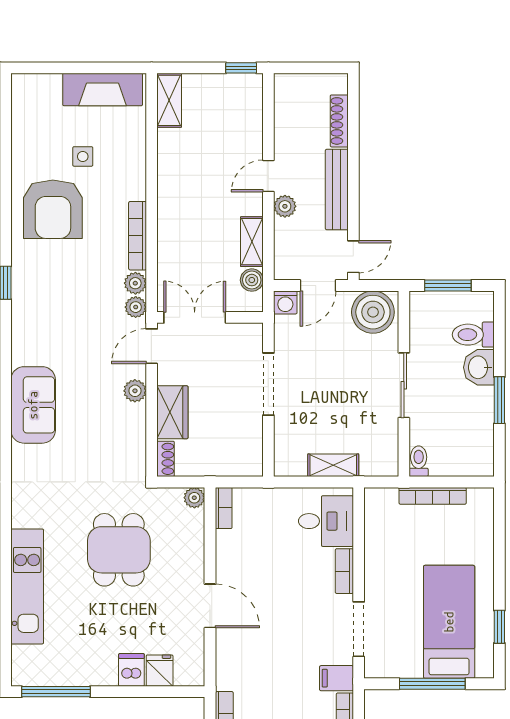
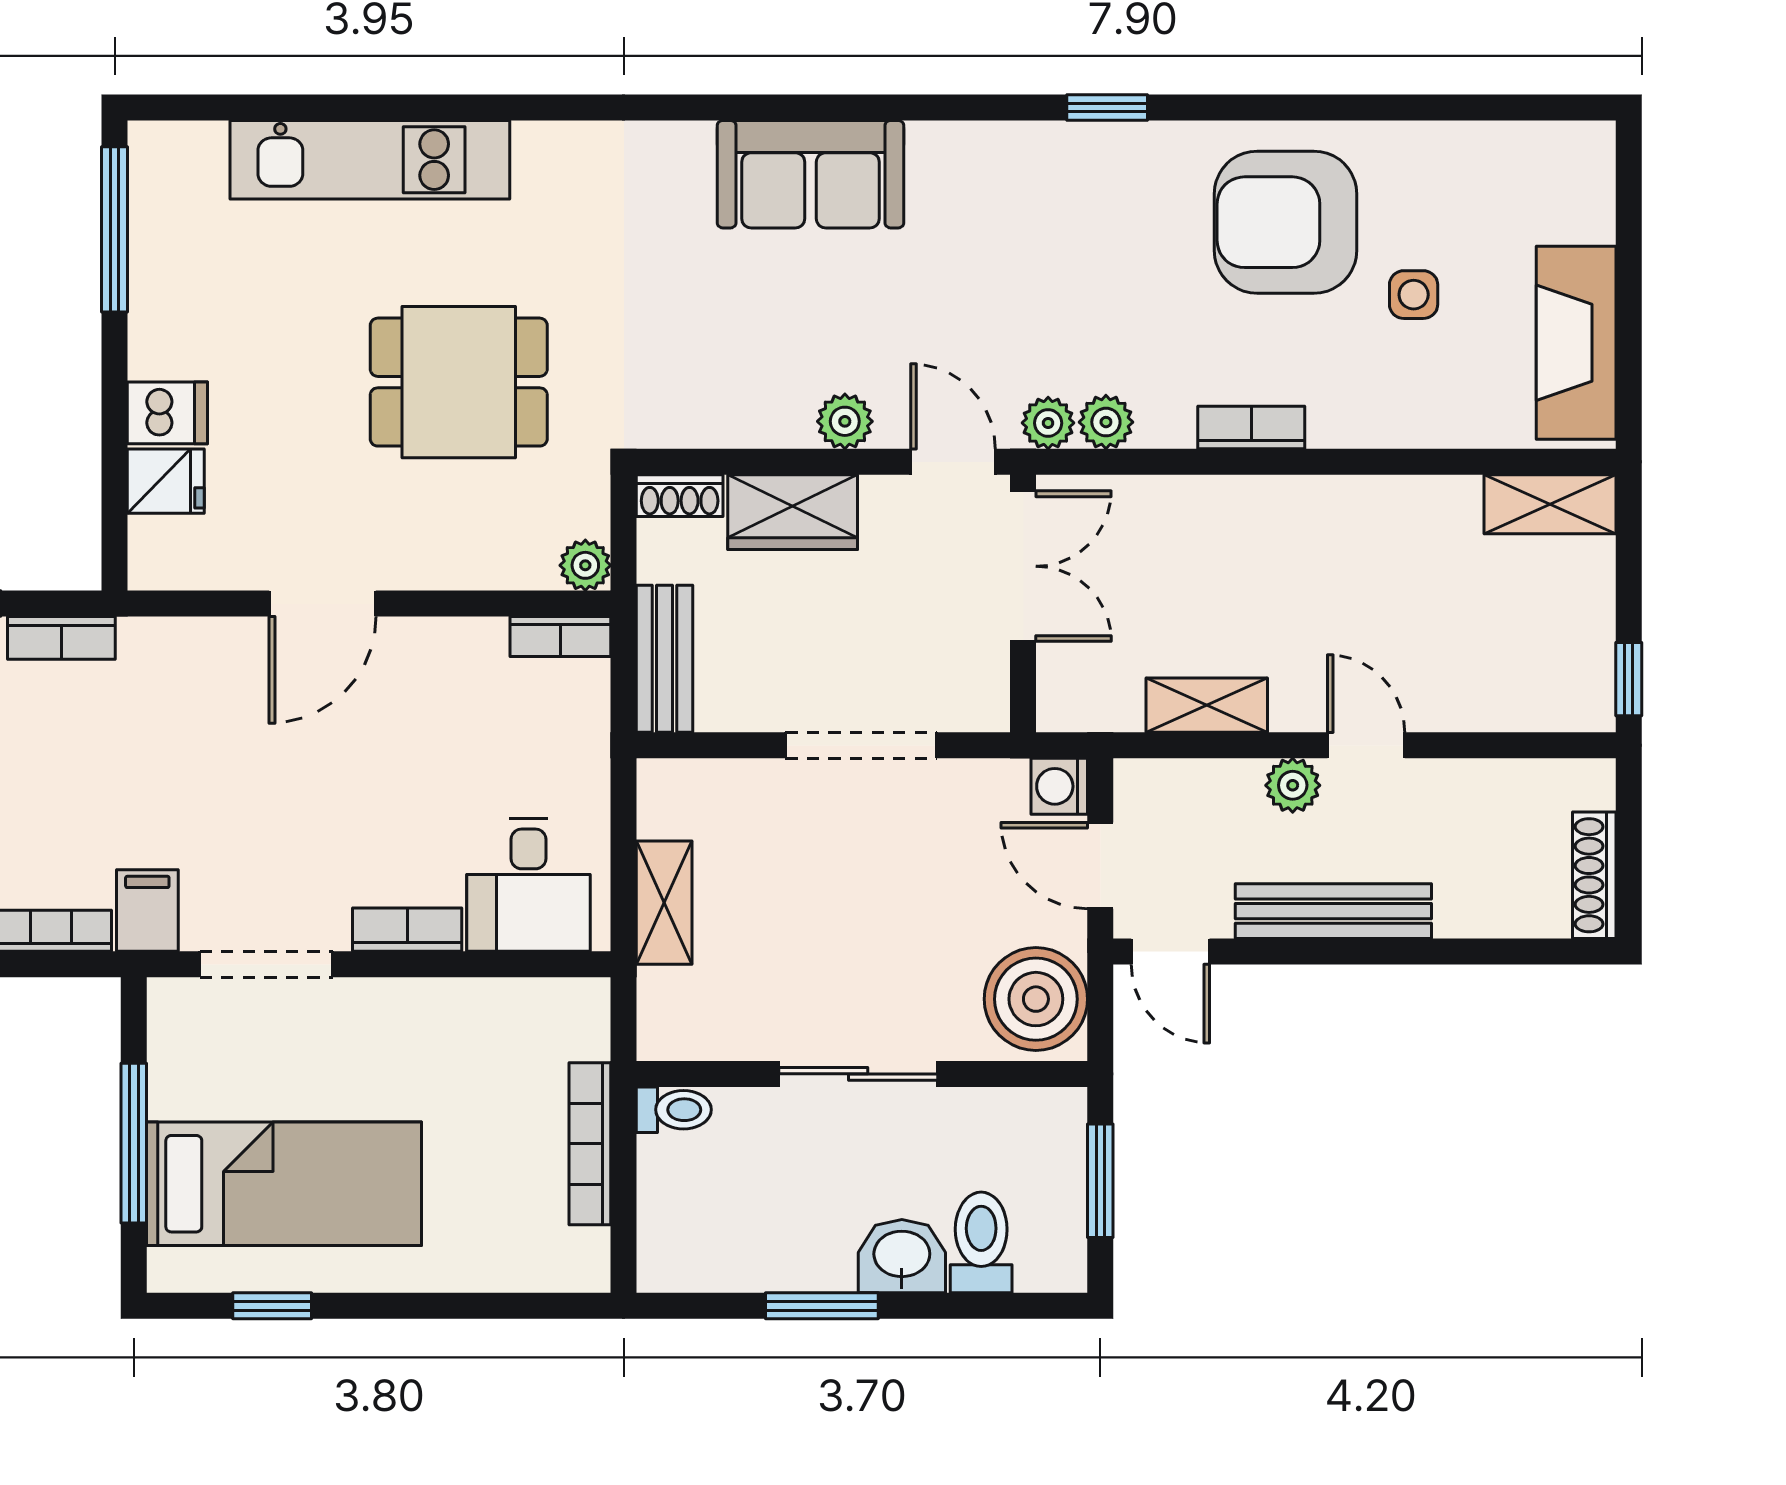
shoe rack: (339, 121) -> (1594, 875), moved, turned -90
bookcase: (138, 236) -> (1251, 428), width x0.64
boiler: (252, 280) -> (1114, 705), removed
bench: (233, 465) -> (665, 659), added

